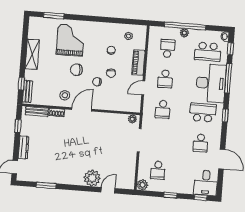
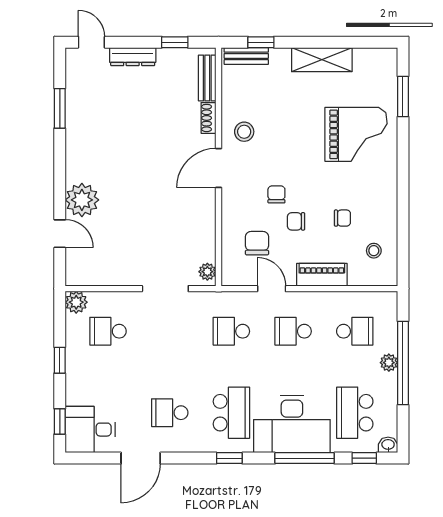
chair: (76, 70) -> (257, 243), moved
door: (82, 109) -> (219, 168), swing flipped

